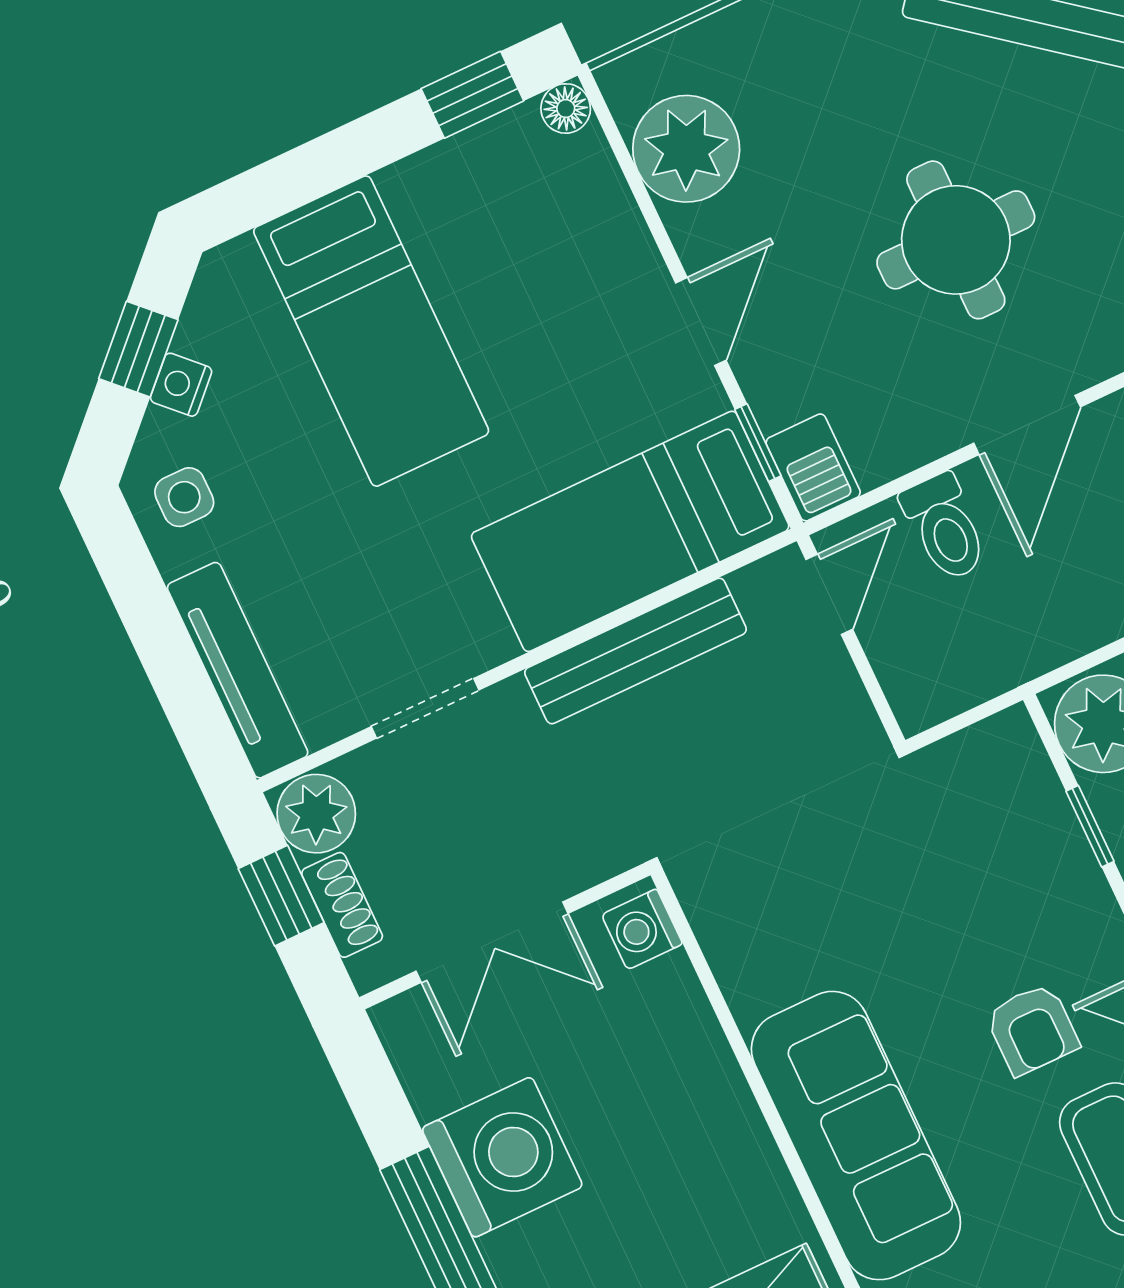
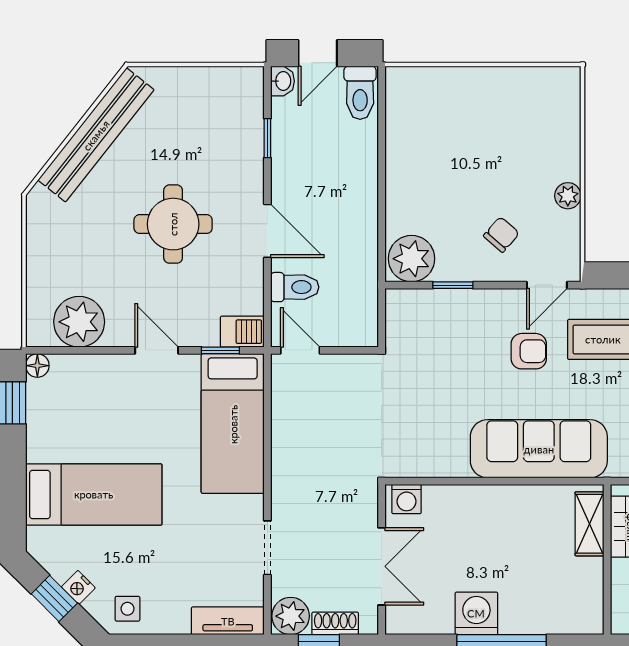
bench: (636, 651) -> (285, 445), removed
tv unit: (238, 670) -> (228, 621), width x0.71
washing machine: (502, 1157) -> (476, 613), width x0.73, depth x0.73

